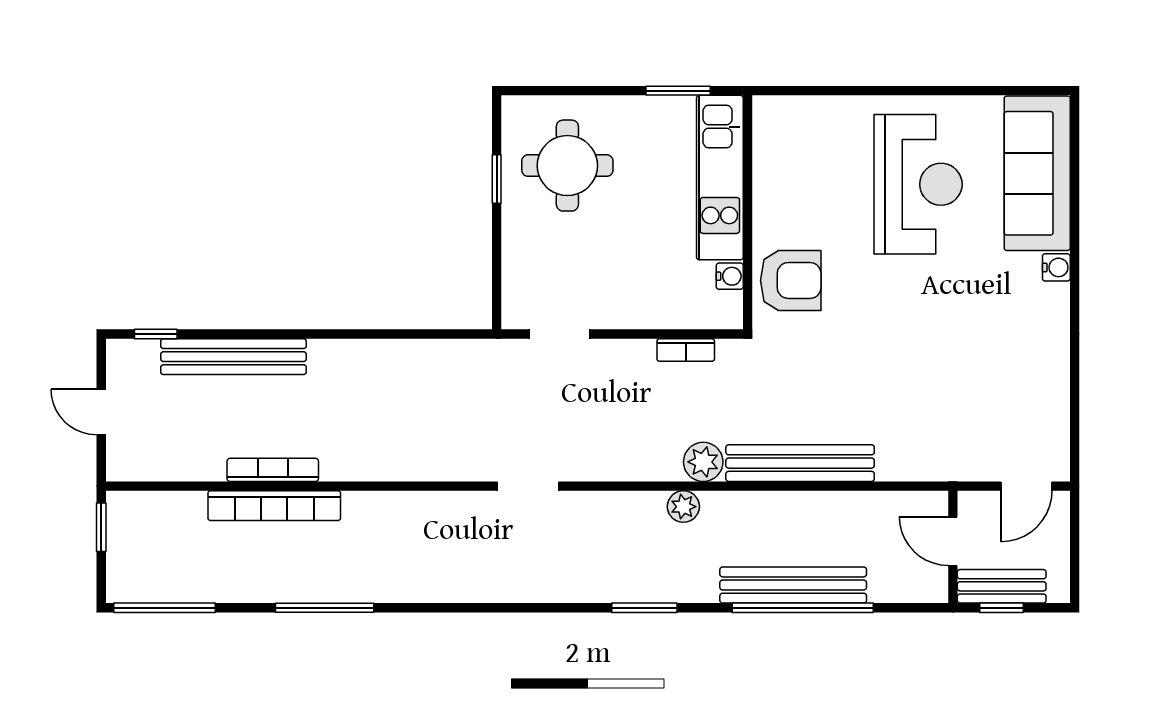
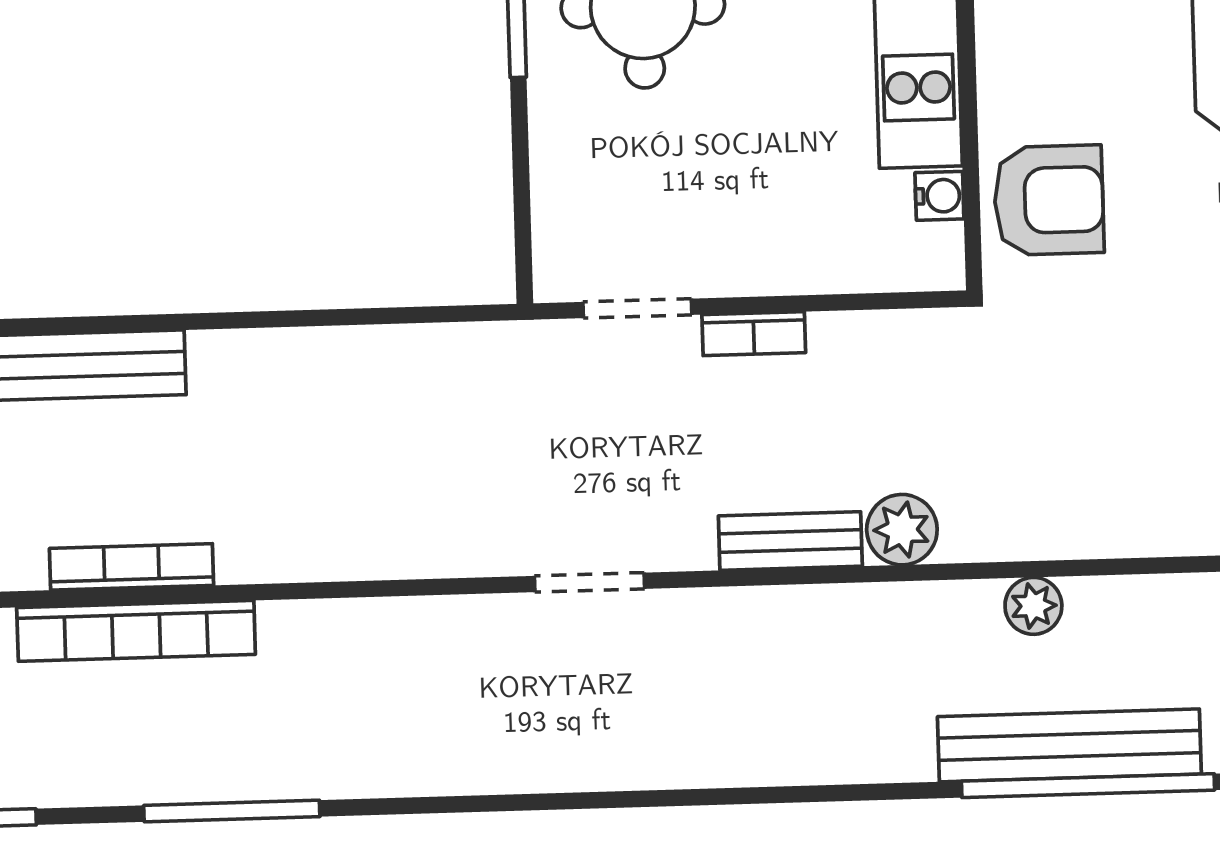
bookcase: (686, 350) -> (754, 334), moved
bench: (800, 463) -> (790, 541), moved, width x0.54, depth x0.82
plant: (683, 507) -> (1033, 606), moved
window: (644, 608) -> (804, 794), removed

